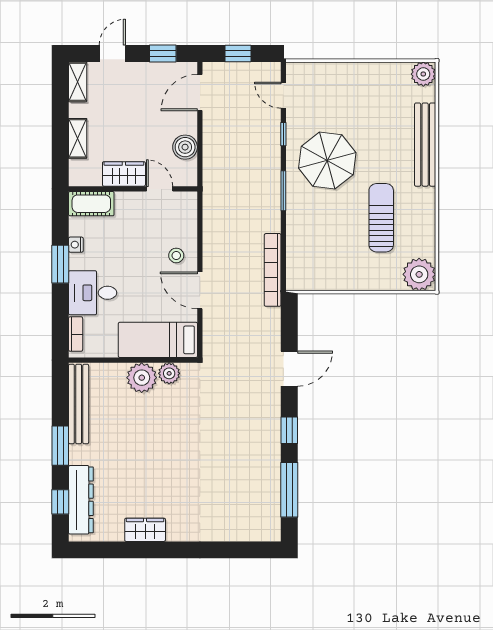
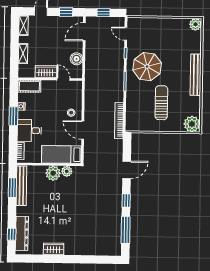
bench: (425, 145) -> (196, 75), moved
sun lounger: (381, 218) -> (161, 103), moved
window: (60, 446) -> (12, 188), moved

